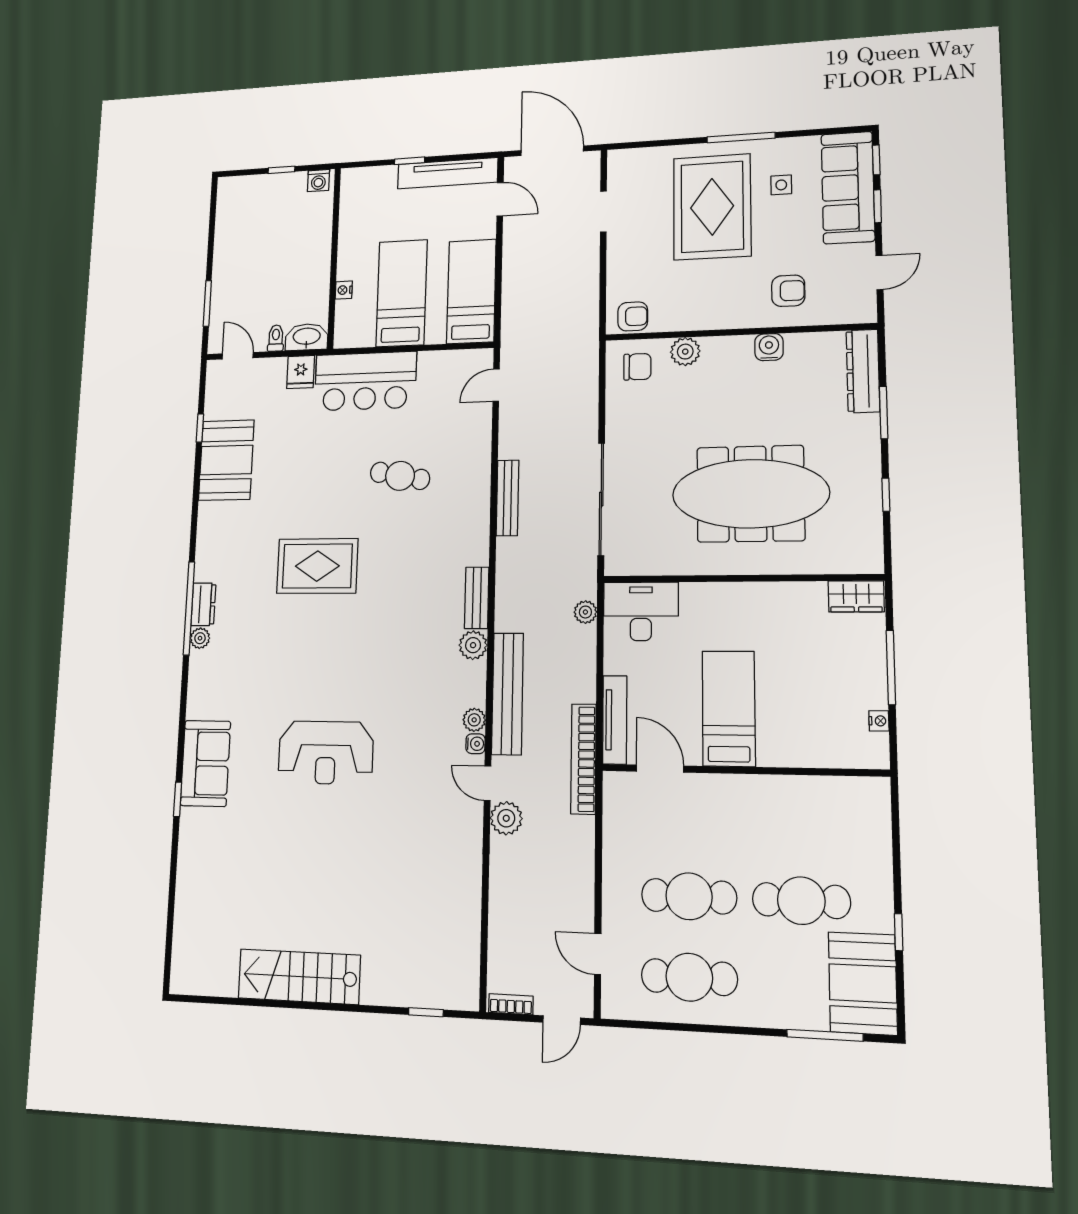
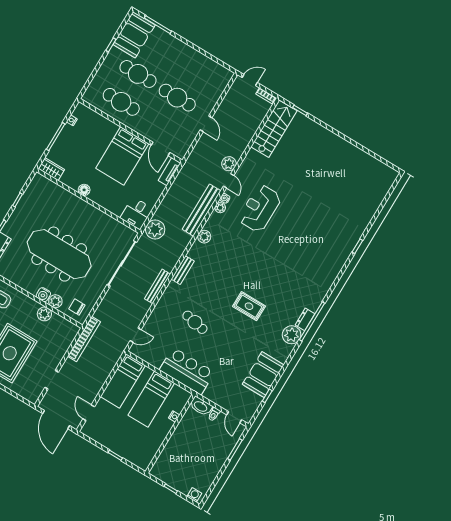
tv unit: (448, 173) -> (103, 439), removed
washing machine: (318, 180) -> (194, 495), moved
armchair: (633, 316) -> (66, 329), removed
plant: (692, 316) -> (44, 314), added
water cooler: (769, 347) -> (43, 295), moved
fridge: (301, 372) -> (211, 393), removed
meeting table: (750, 494) -> (59, 254), moved
rug: (317, 566) -> (249, 306), width x0.73, depth x0.70
floor lamp: (763, 595) -> (84, 190), added
bench: (477, 598) -> (183, 270), moved
desk: (641, 611) -> (136, 213), width x0.73
plant: (585, 612) -> (155, 229), width x1.88, depth x1.88
plant: (200, 638) -> (292, 335), moved, width x1.88, depth x1.88
bed: (729, 708) -> (122, 156), width x1.50
tv unit: (615, 720) -> (169, 172), width x0.71
reception desk: (326, 753) -> (260, 208), moved, turned -90
bookcase: (583, 759) -> (84, 339), moved
sofa: (205, 763) -> (338, 254), removed
door: (598, 954) -> (206, 124), moved
stairs: (299, 977) -> (274, 129), moved, turned -90
cafe table: (689, 977) -> (121, 102), moved

